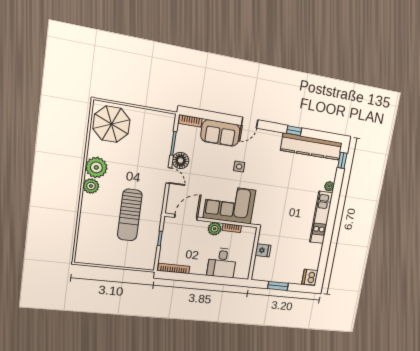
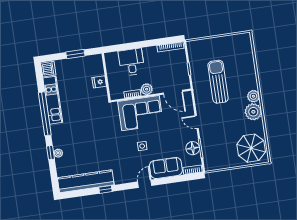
window: (342, 160) -> (51, 153), moved
floor lamp: (181, 161) -> (193, 148), moved
door: (186, 217) -> (173, 92), hinge flipped
kitchen unit: (321, 217) -> (53, 100), moved
window: (329, 232) -> (45, 114), added

